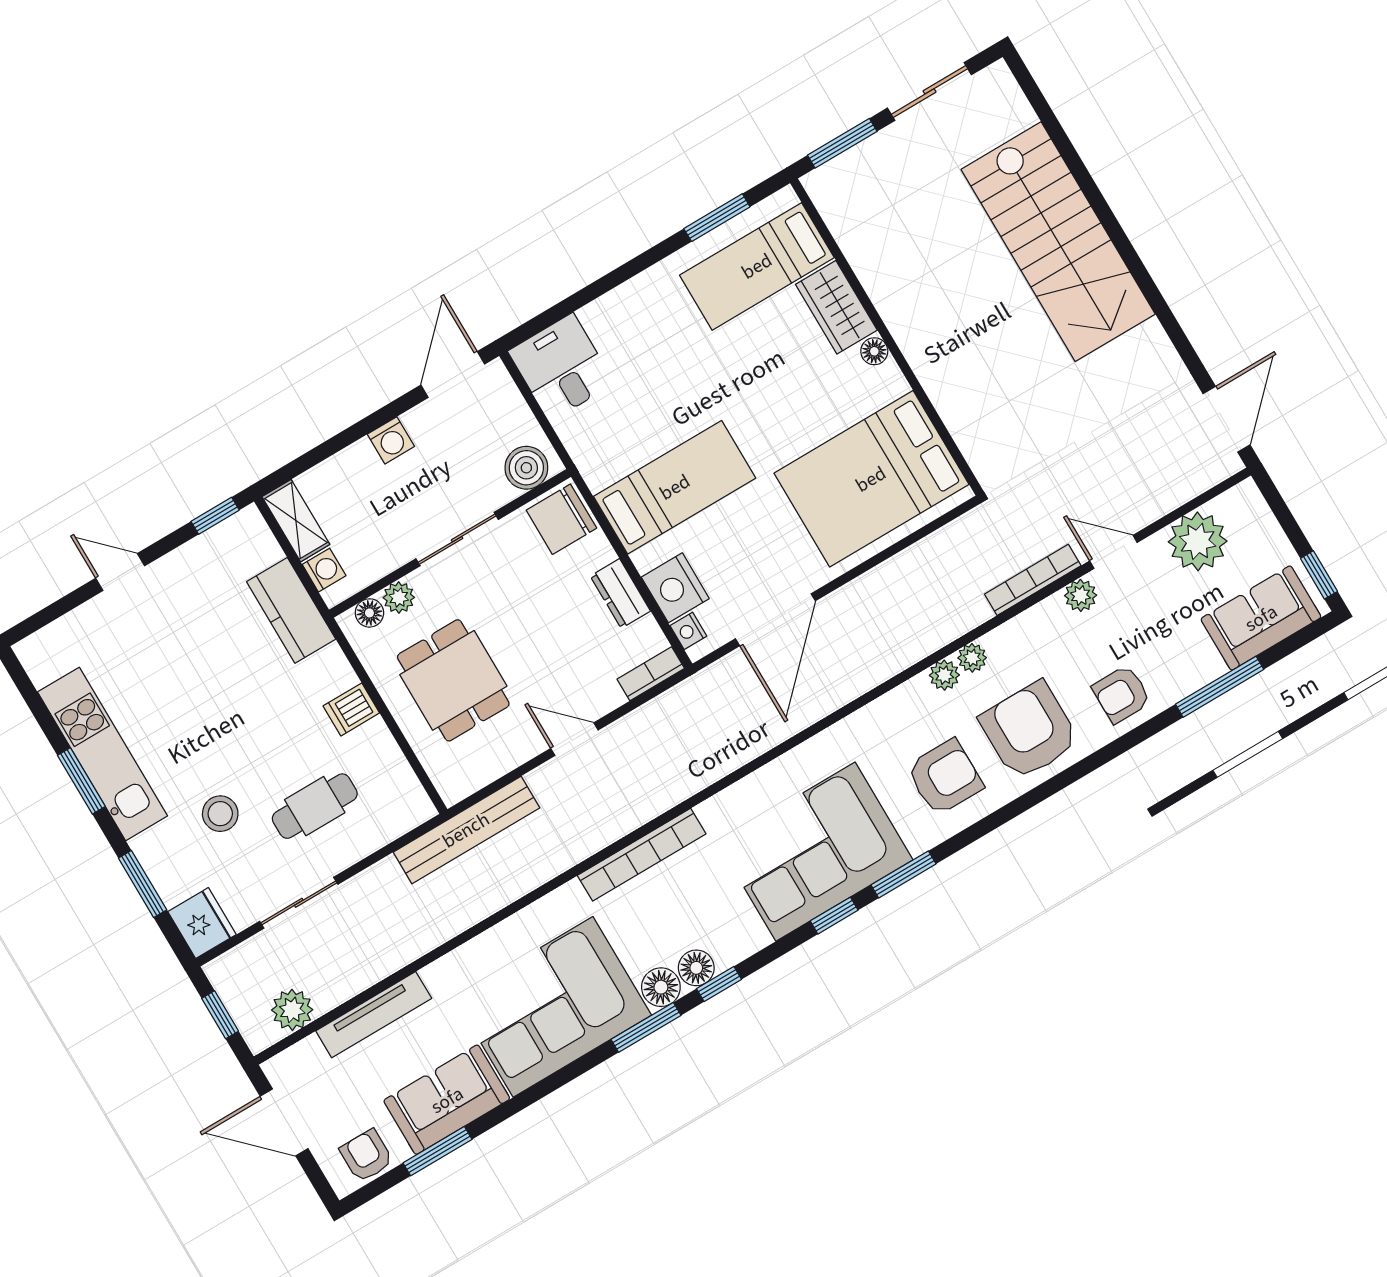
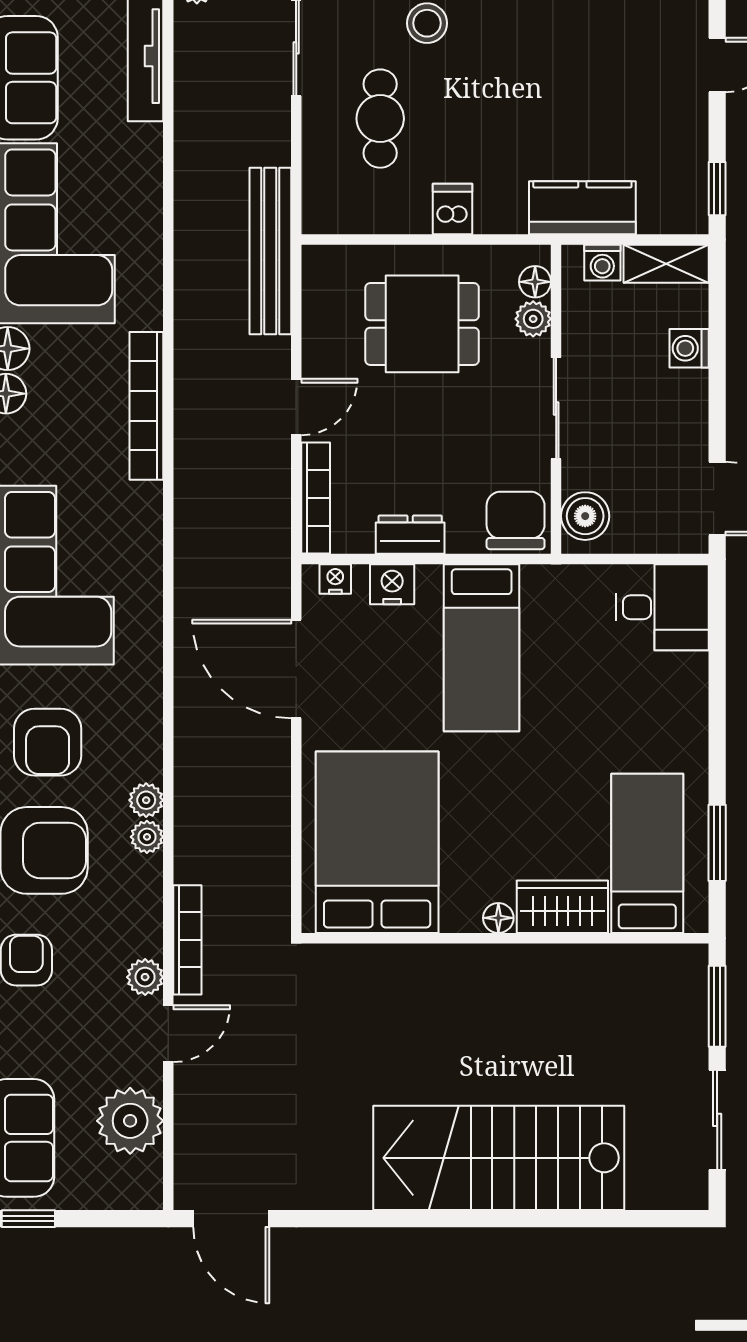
washing machine: (391, 440) -> (689, 348), moved
nightstand: (675, 588) -> (392, 584), width x0.74, depth x0.75
bookcase: (651, 674) -> (316, 498), width x1.56

